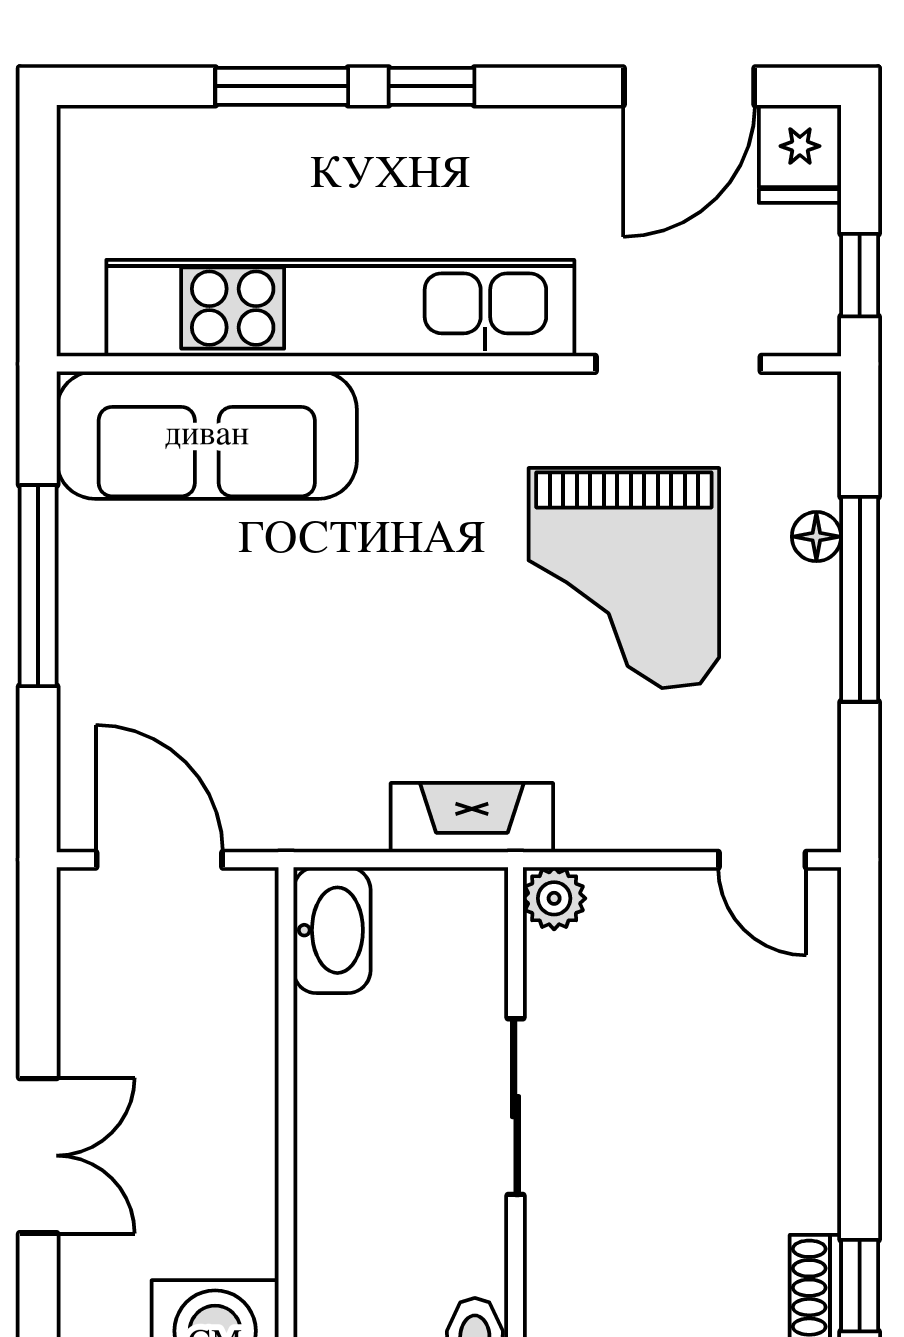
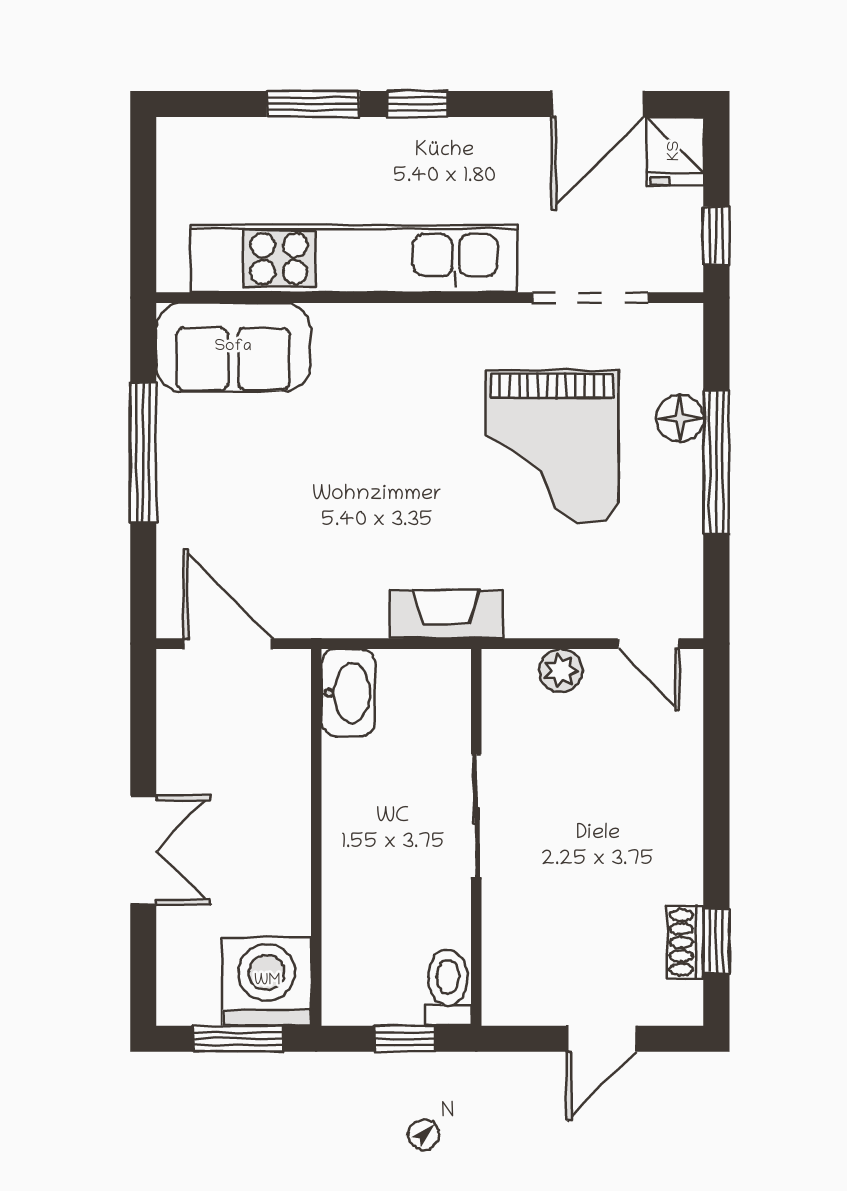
sofa: (207, 435) -> (233, 347), width x0.73
floor lamp: (816, 537) -> (680, 418), width x1.37, depth x1.37
plant: (554, 898) -> (561, 671), moved

